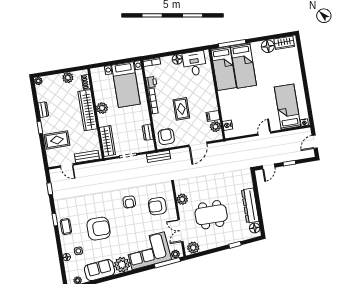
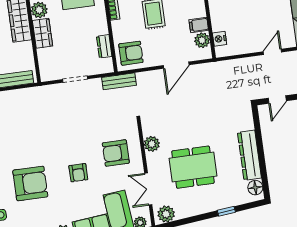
armchair: (166, 137) -> (131, 53), turned 90
wardrobe: (107, 141) -> (43, 33), moved, width x0.67
armchair: (129, 202) -> (78, 173), moved

